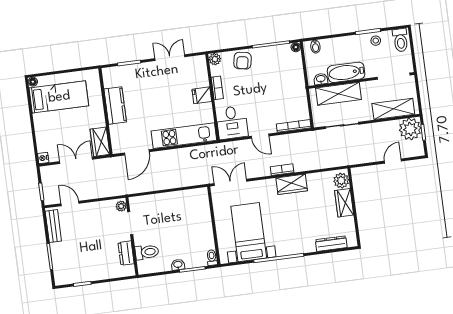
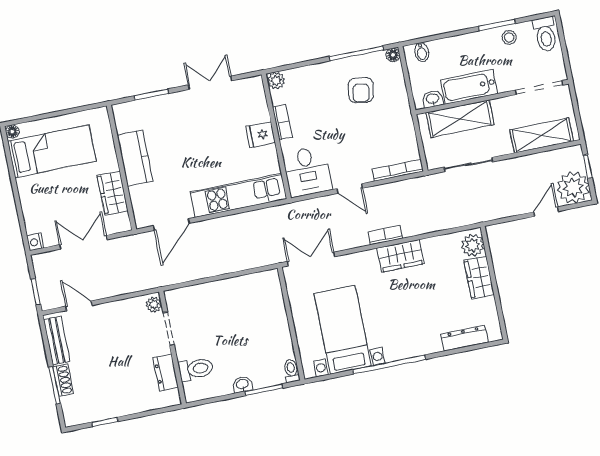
armchair: (243, 61) -> (361, 90), moved
plant: (410, 129) -> (573, 187), moved
wardrobe: (100, 142) -> (113, 193), moved
shoe rack: (56, 253) -> (63, 380), added

